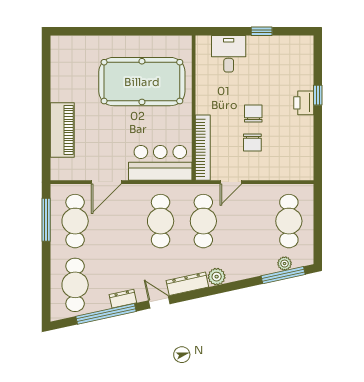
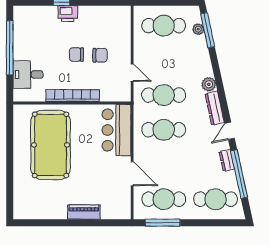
window: (262, 31) -> (10, 48), width x3.17
piano: (62, 130) -> (84, 212), width x0.73, depth x0.75
bookcase: (203, 148) -> (73, 96), moved

